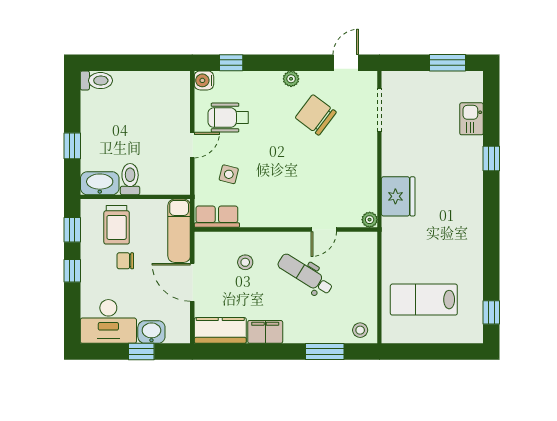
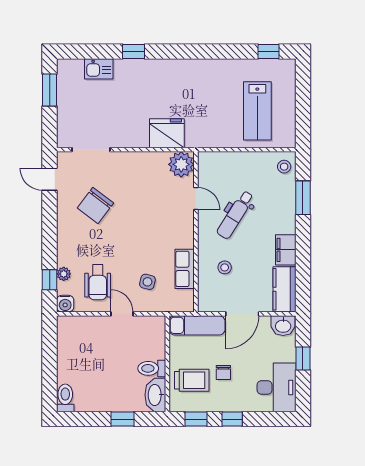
plant: (291, 79) -> (64, 274), moved
row of seats: (217, 217) -> (185, 269), moved
plant: (370, 220) -> (181, 164), width x1.87, depth x1.87
washbasin: (151, 332) -> (283, 326), moved, turned -90

